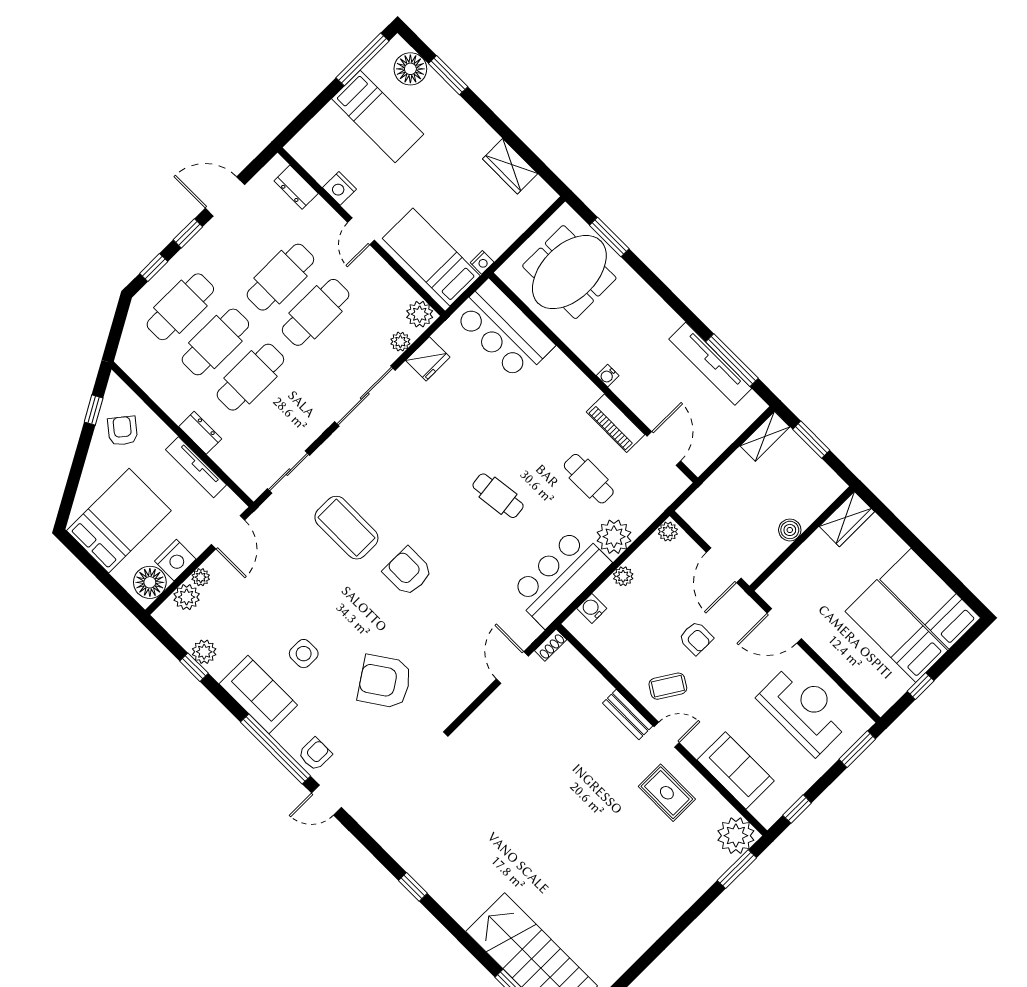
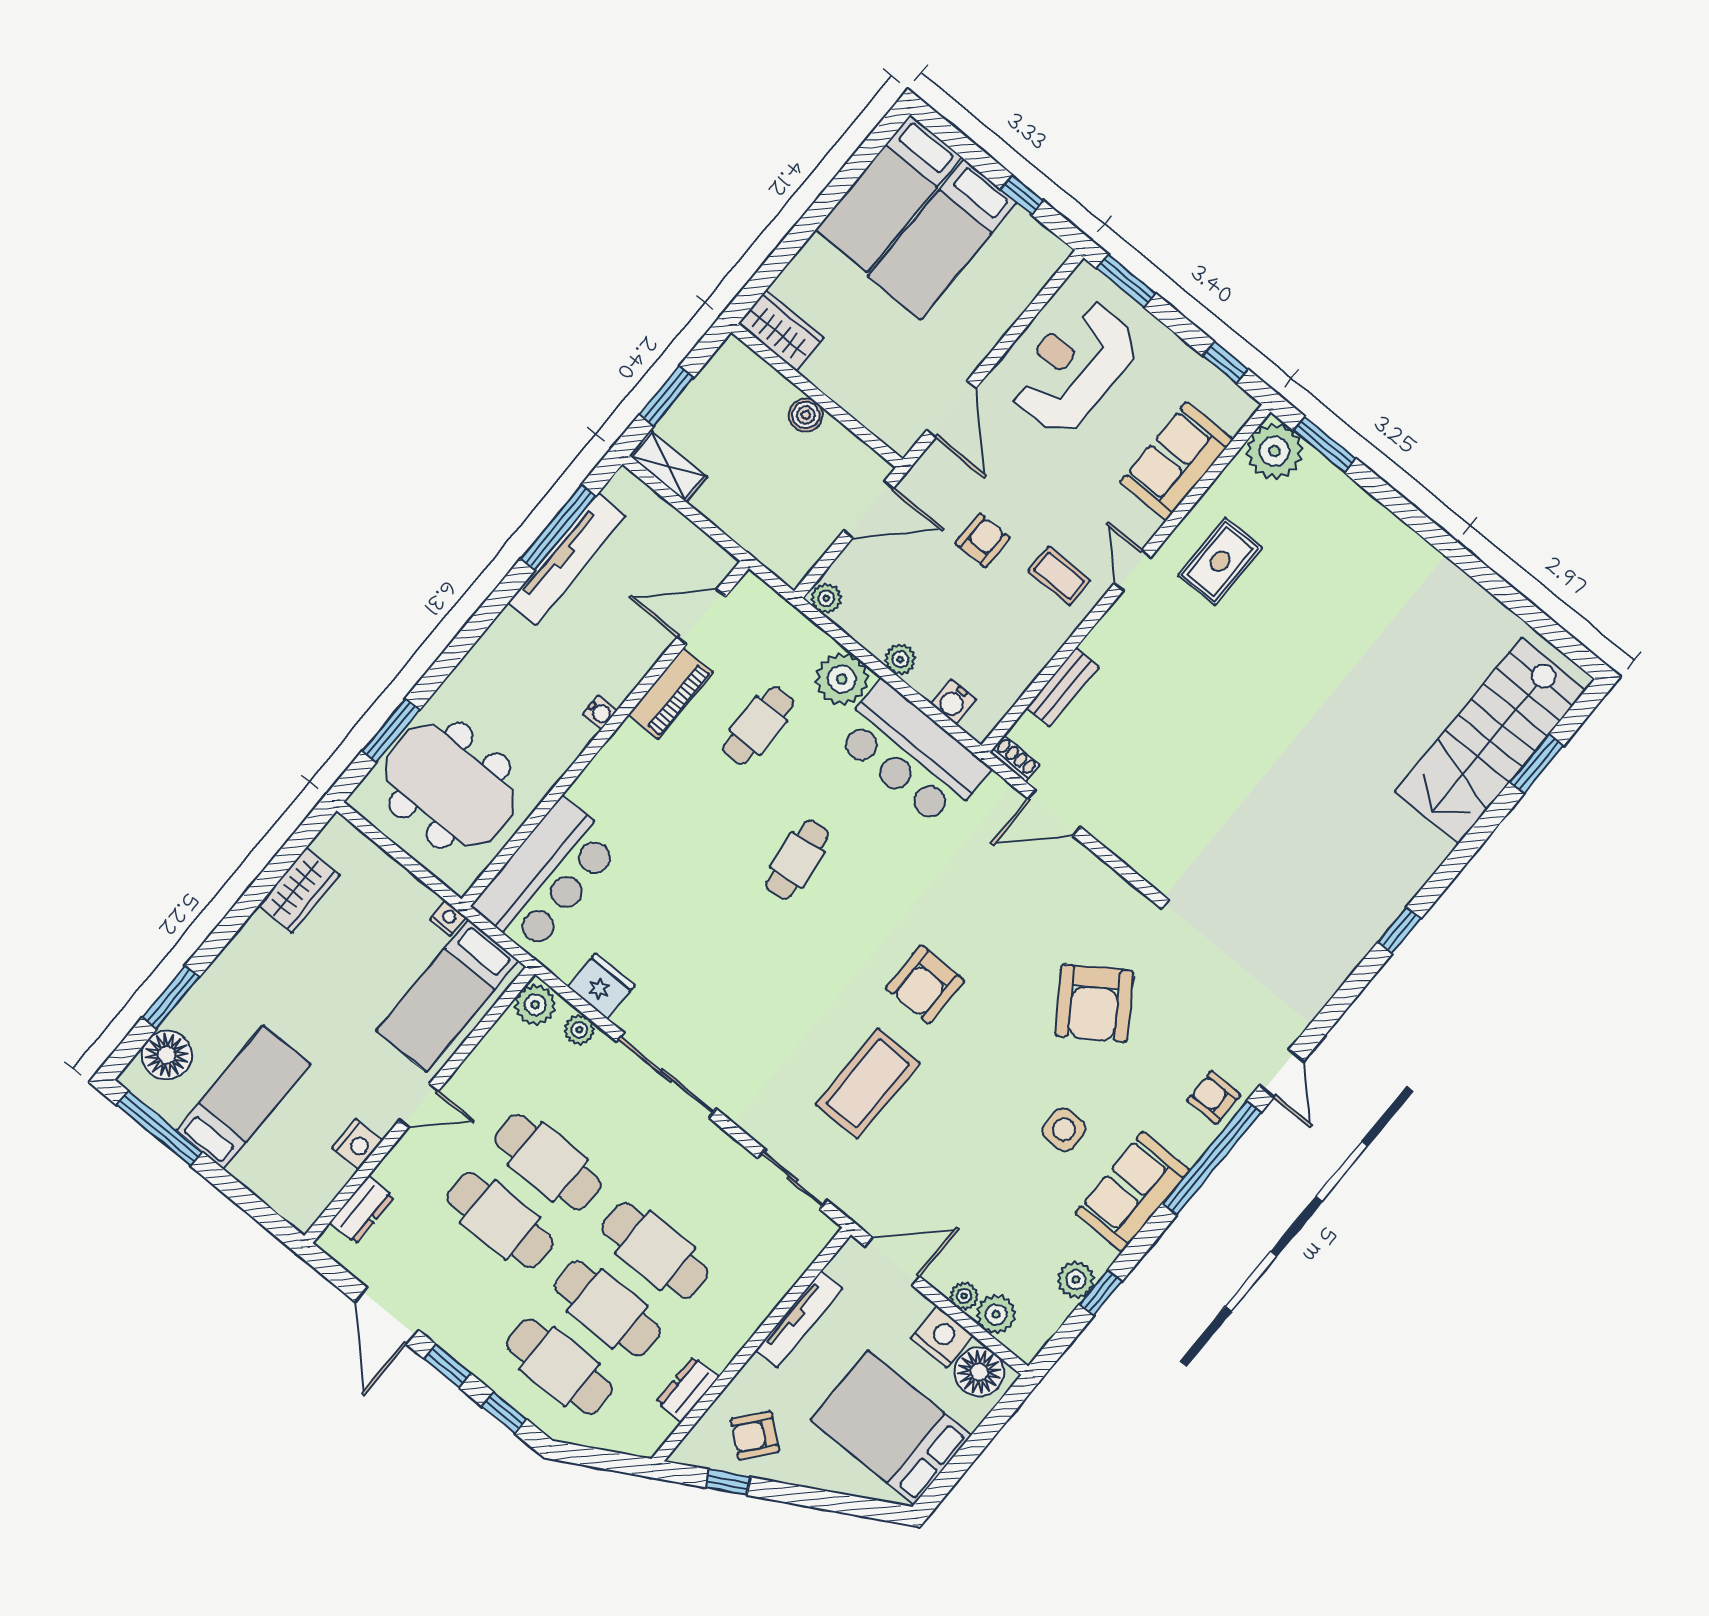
dresser: (200, 433) -> (688, 1389), moved
coffee table: (668, 686) -> (1059, 576), turned -32
bench: (628, 715) -> (1063, 687), moved

